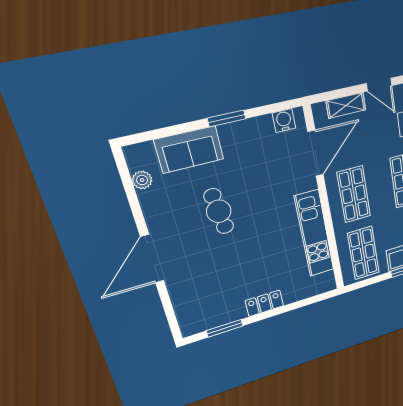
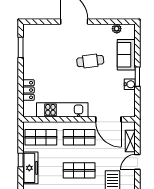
water cooler: (284, 121) -> (130, 84), moved
locker: (264, 303) -> (28, 90), moved

